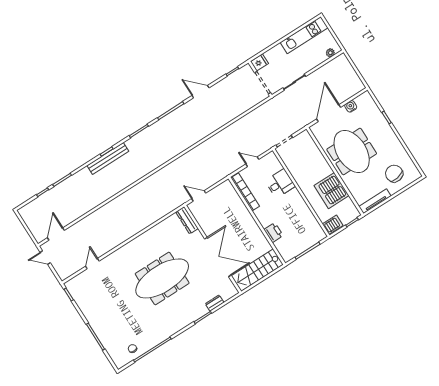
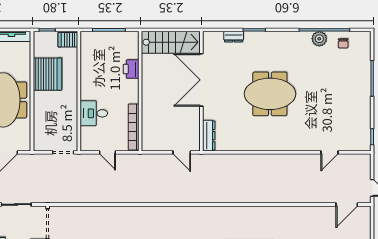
meeting table: (162, 278) -> (270, 94), width x0.73
plant: (152, 341) -> (319, 39), added

